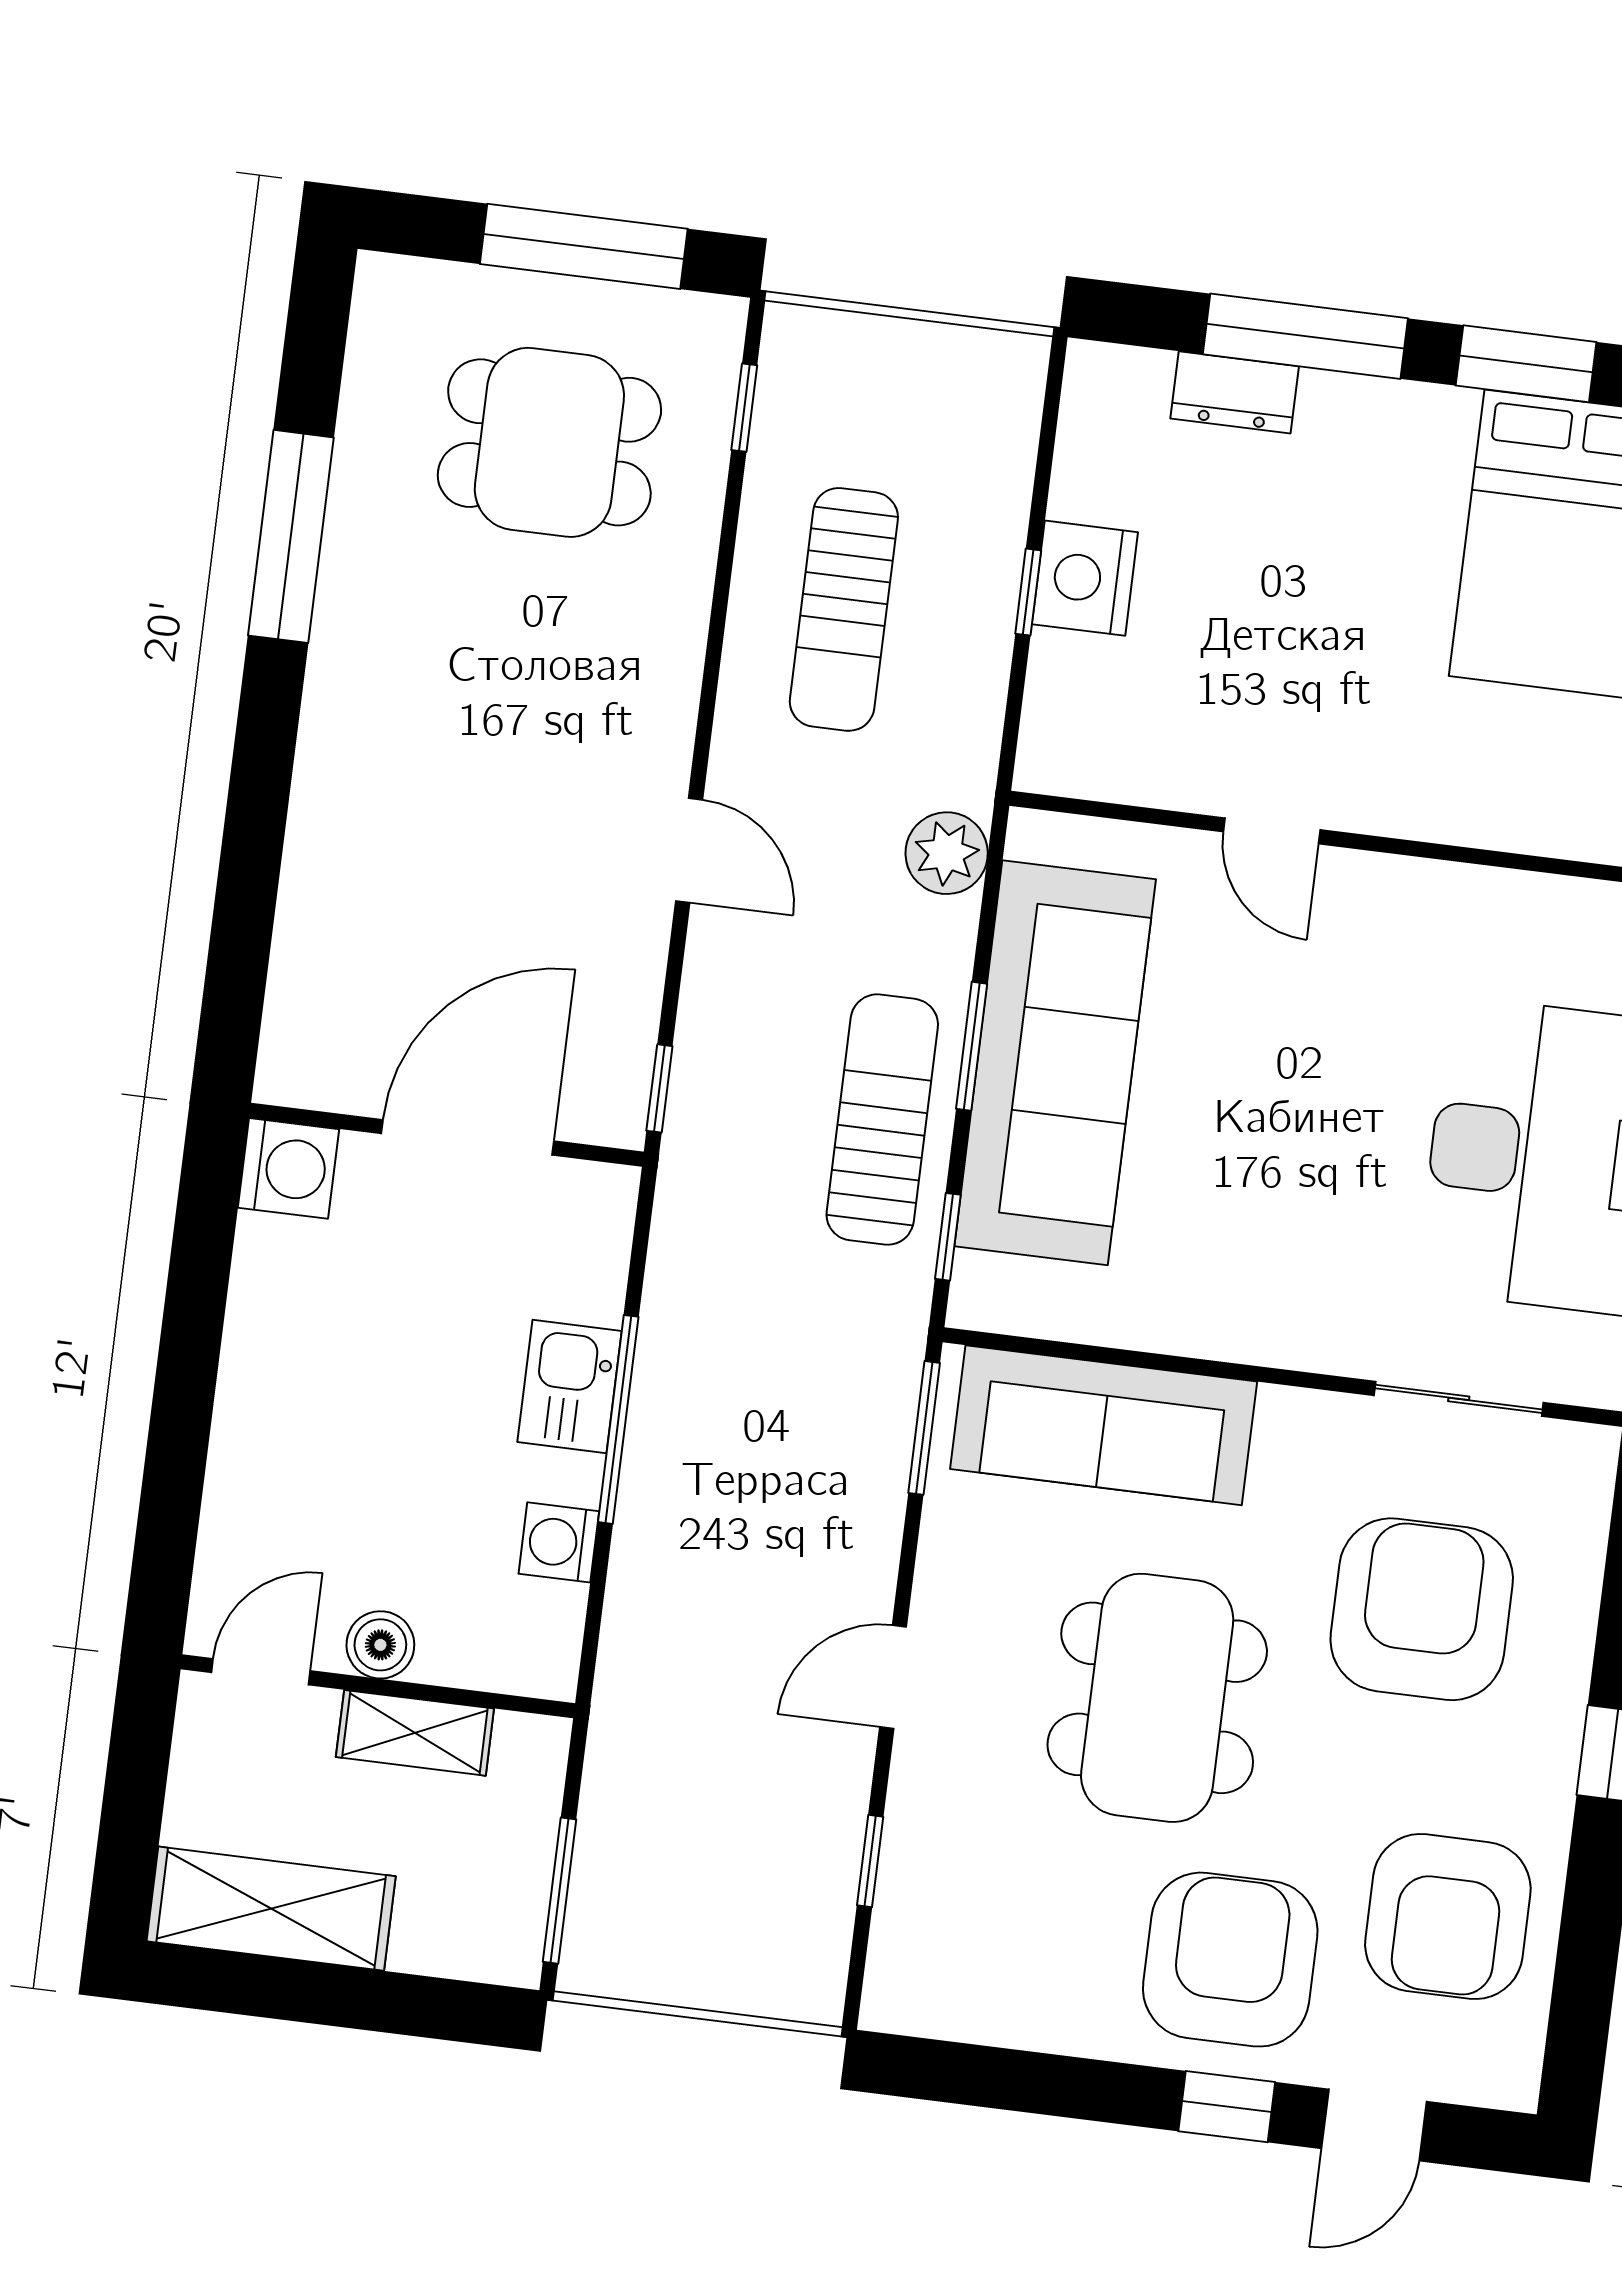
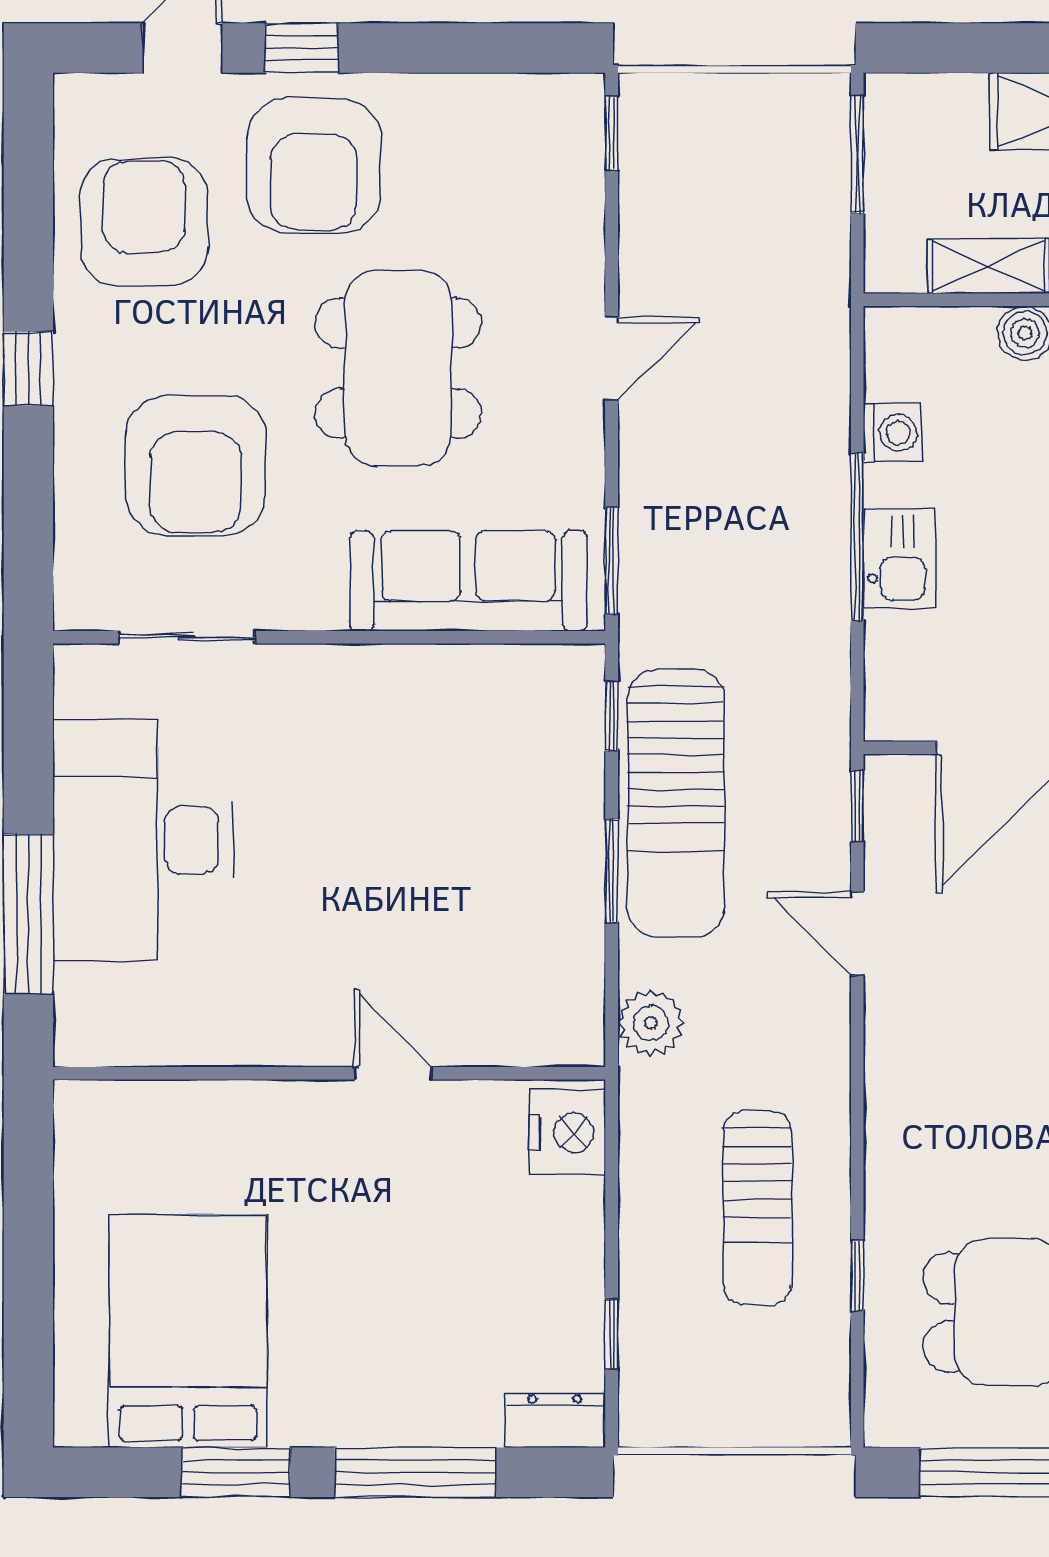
dresser: (1235, 392) -> (555, 1420), moved
window: (744, 408) -> (857, 1275), moved
nightstand: (1085, 578) -> (568, 1132), moved
window: (1028, 592) -> (612, 1334), moved
sun lounger: (844, 609) -> (757, 1208), turned 180
door: (689, 850) -> (857, 934), moved
sofa: (1055, 1063) -> (543, 866), removed
sun lounger: (882, 1120) -> (676, 803), width x1.36, depth x1.34
window: (870, 1861) -> (612, 133), moved

